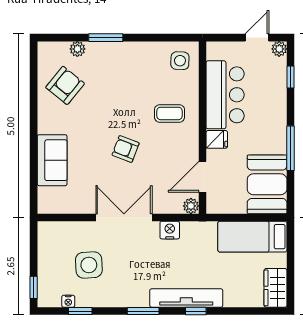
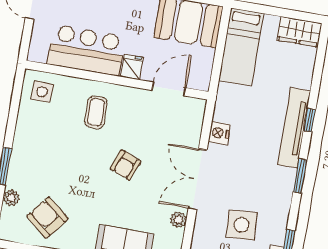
door: (202, 177) -> (169, 89), swing flipped
plant: (191, 206) -> (178, 220), moved

